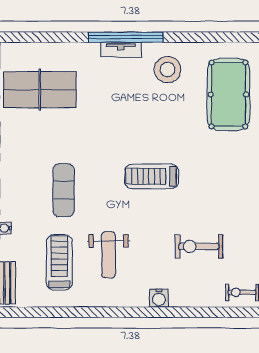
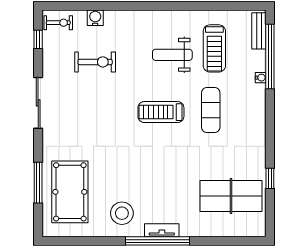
treadmill: (152, 176) -> (161, 112), moved, turned 180
weight bench: (109, 255) -> (172, 55), turned -90
water cooler: (159, 298) -> (95, 18), moved

